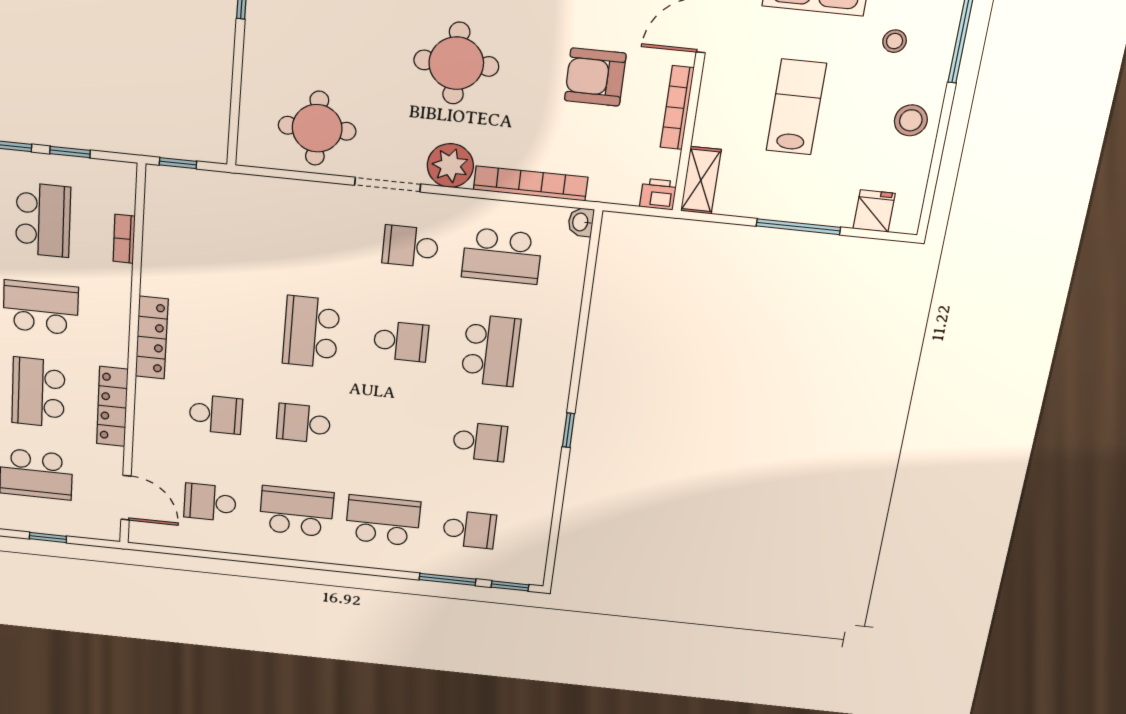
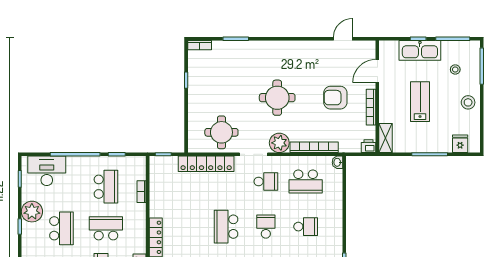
locker: (276, 194) -> (206, 164), added
school desk: (410, 246) -> (266, 181), turned 180
school desk: (401, 341) -> (266, 227), turned -90
school desk: (491, 351) -> (306, 227), width x0.54

